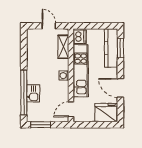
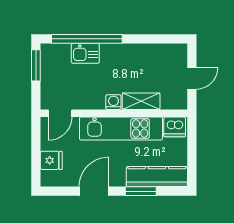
shelving: (63, 47) -> (141, 101), moved
window: (120, 48) -> (141, 191), moved
door: (71, 109) -> (60, 113), swing flipped
fridge: (106, 113) -> (51, 160), width x0.53, depth x0.75

